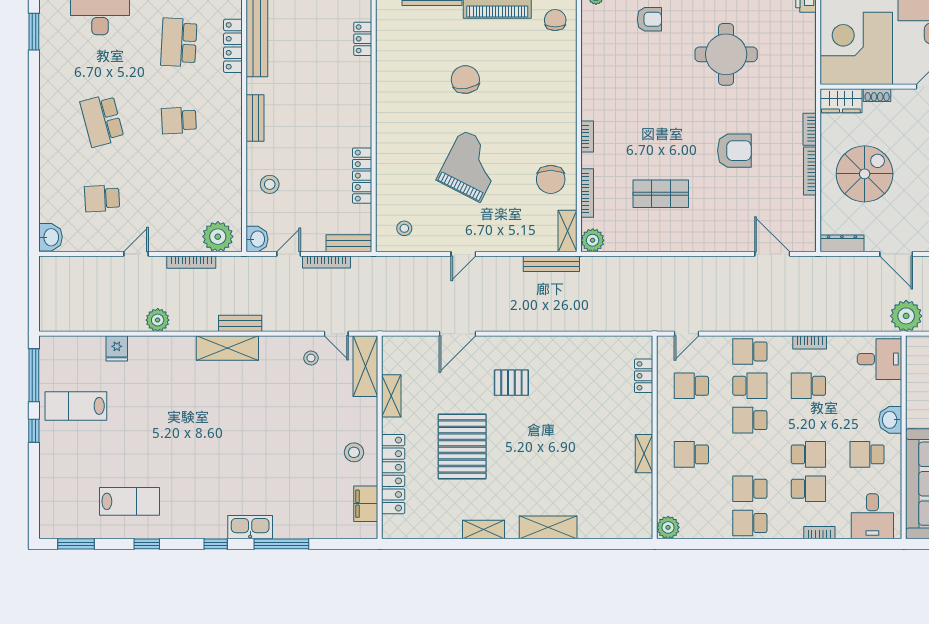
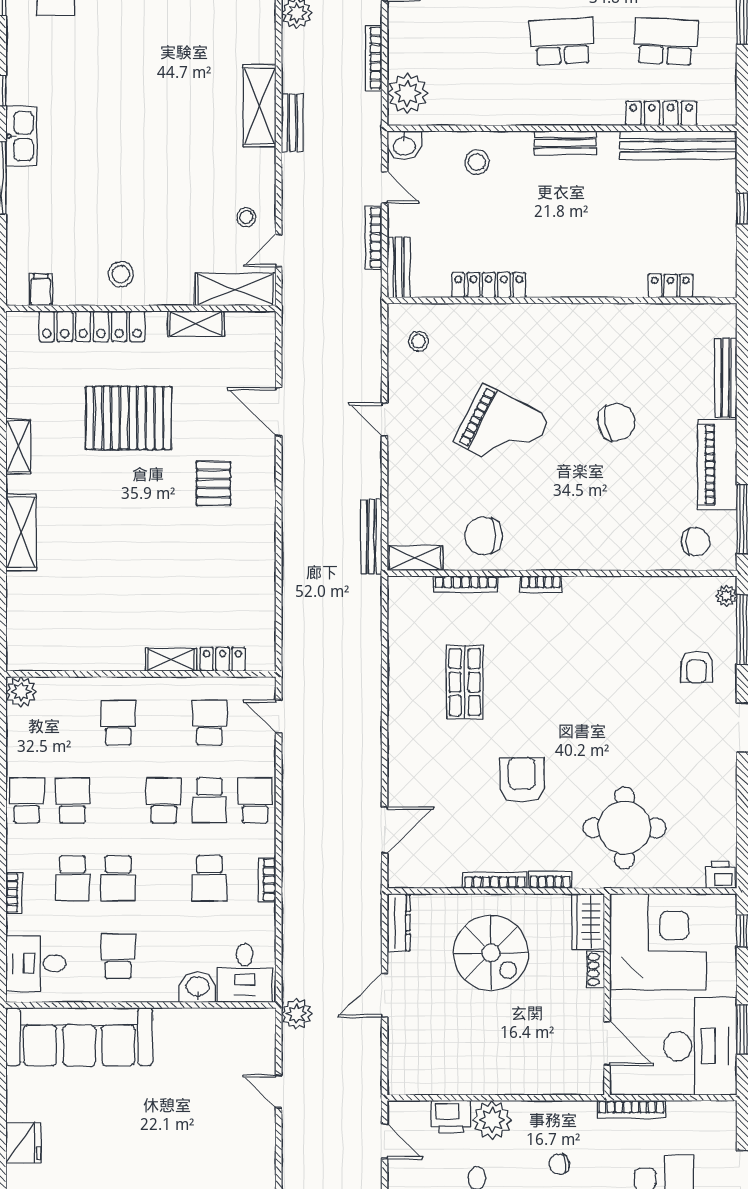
round table: (726, 54) -> (625, 828), moved
school desk: (179, 120) -> (562, 42), width x1.85
armchair: (734, 151) -> (522, 780), turned 180
plant: (593, 240) -> (403, 591), removed
plant: (906, 316) -> (297, 1014), width x0.73, depth x0.73
school desk: (808, 386) -> (209, 878), turned 180
washbasin: (890, 420) -> (197, 987), moved
shelving: (644, 454) -> (171, 660), moved
filing cabinet: (366, 504) -> (41, 290), width x0.50

